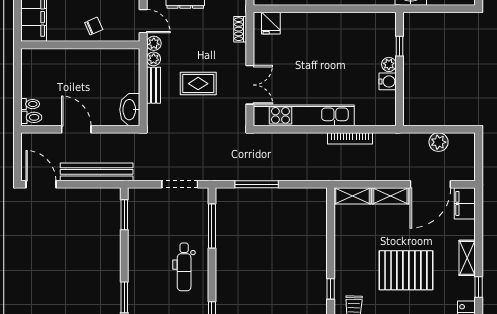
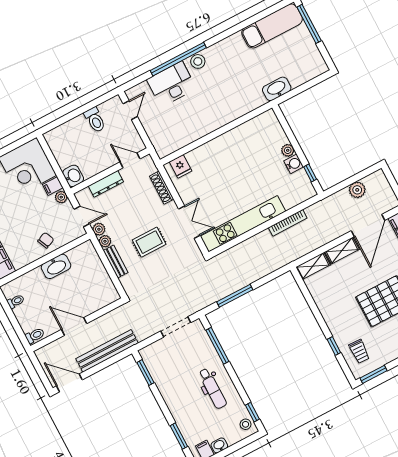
shoe rack: (240, 29) -> (162, 188), width x1.43
window: (400, 46) -> (310, 173), moved
toilet: (30, 104) -> (16, 301), moved
washbasin: (130, 110) -> (56, 266), moved, turned -90

